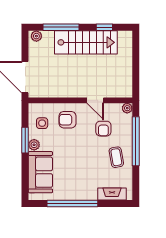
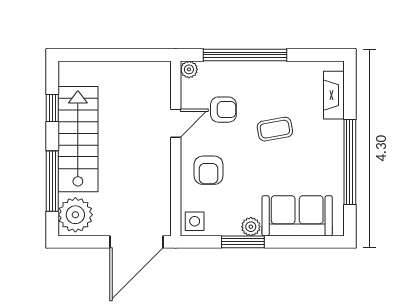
plant: (36, 36) -> (75, 215), width x1.87, depth x1.87
side table: (42, 123) -> (195, 221), moved
coffee table: (116, 157) -> (275, 129), moved

